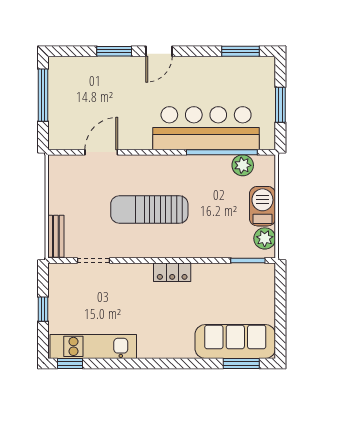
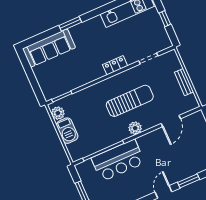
bar counter: (206, 128) -> (118, 160), width x0.73
plant: (243, 165) -> (135, 128), moved
bench: (56, 236) -> (184, 82), moved
locker: (172, 272) -> (115, 65), moved
window: (241, 363) -> (70, 24), moved

